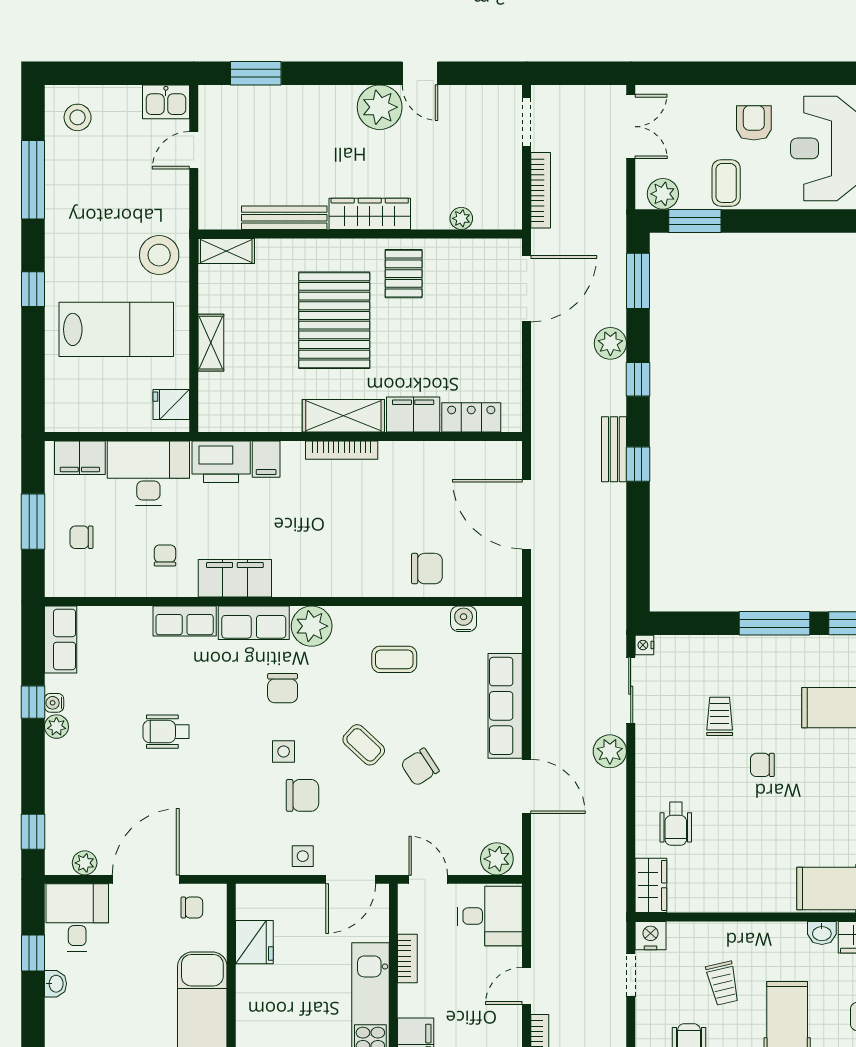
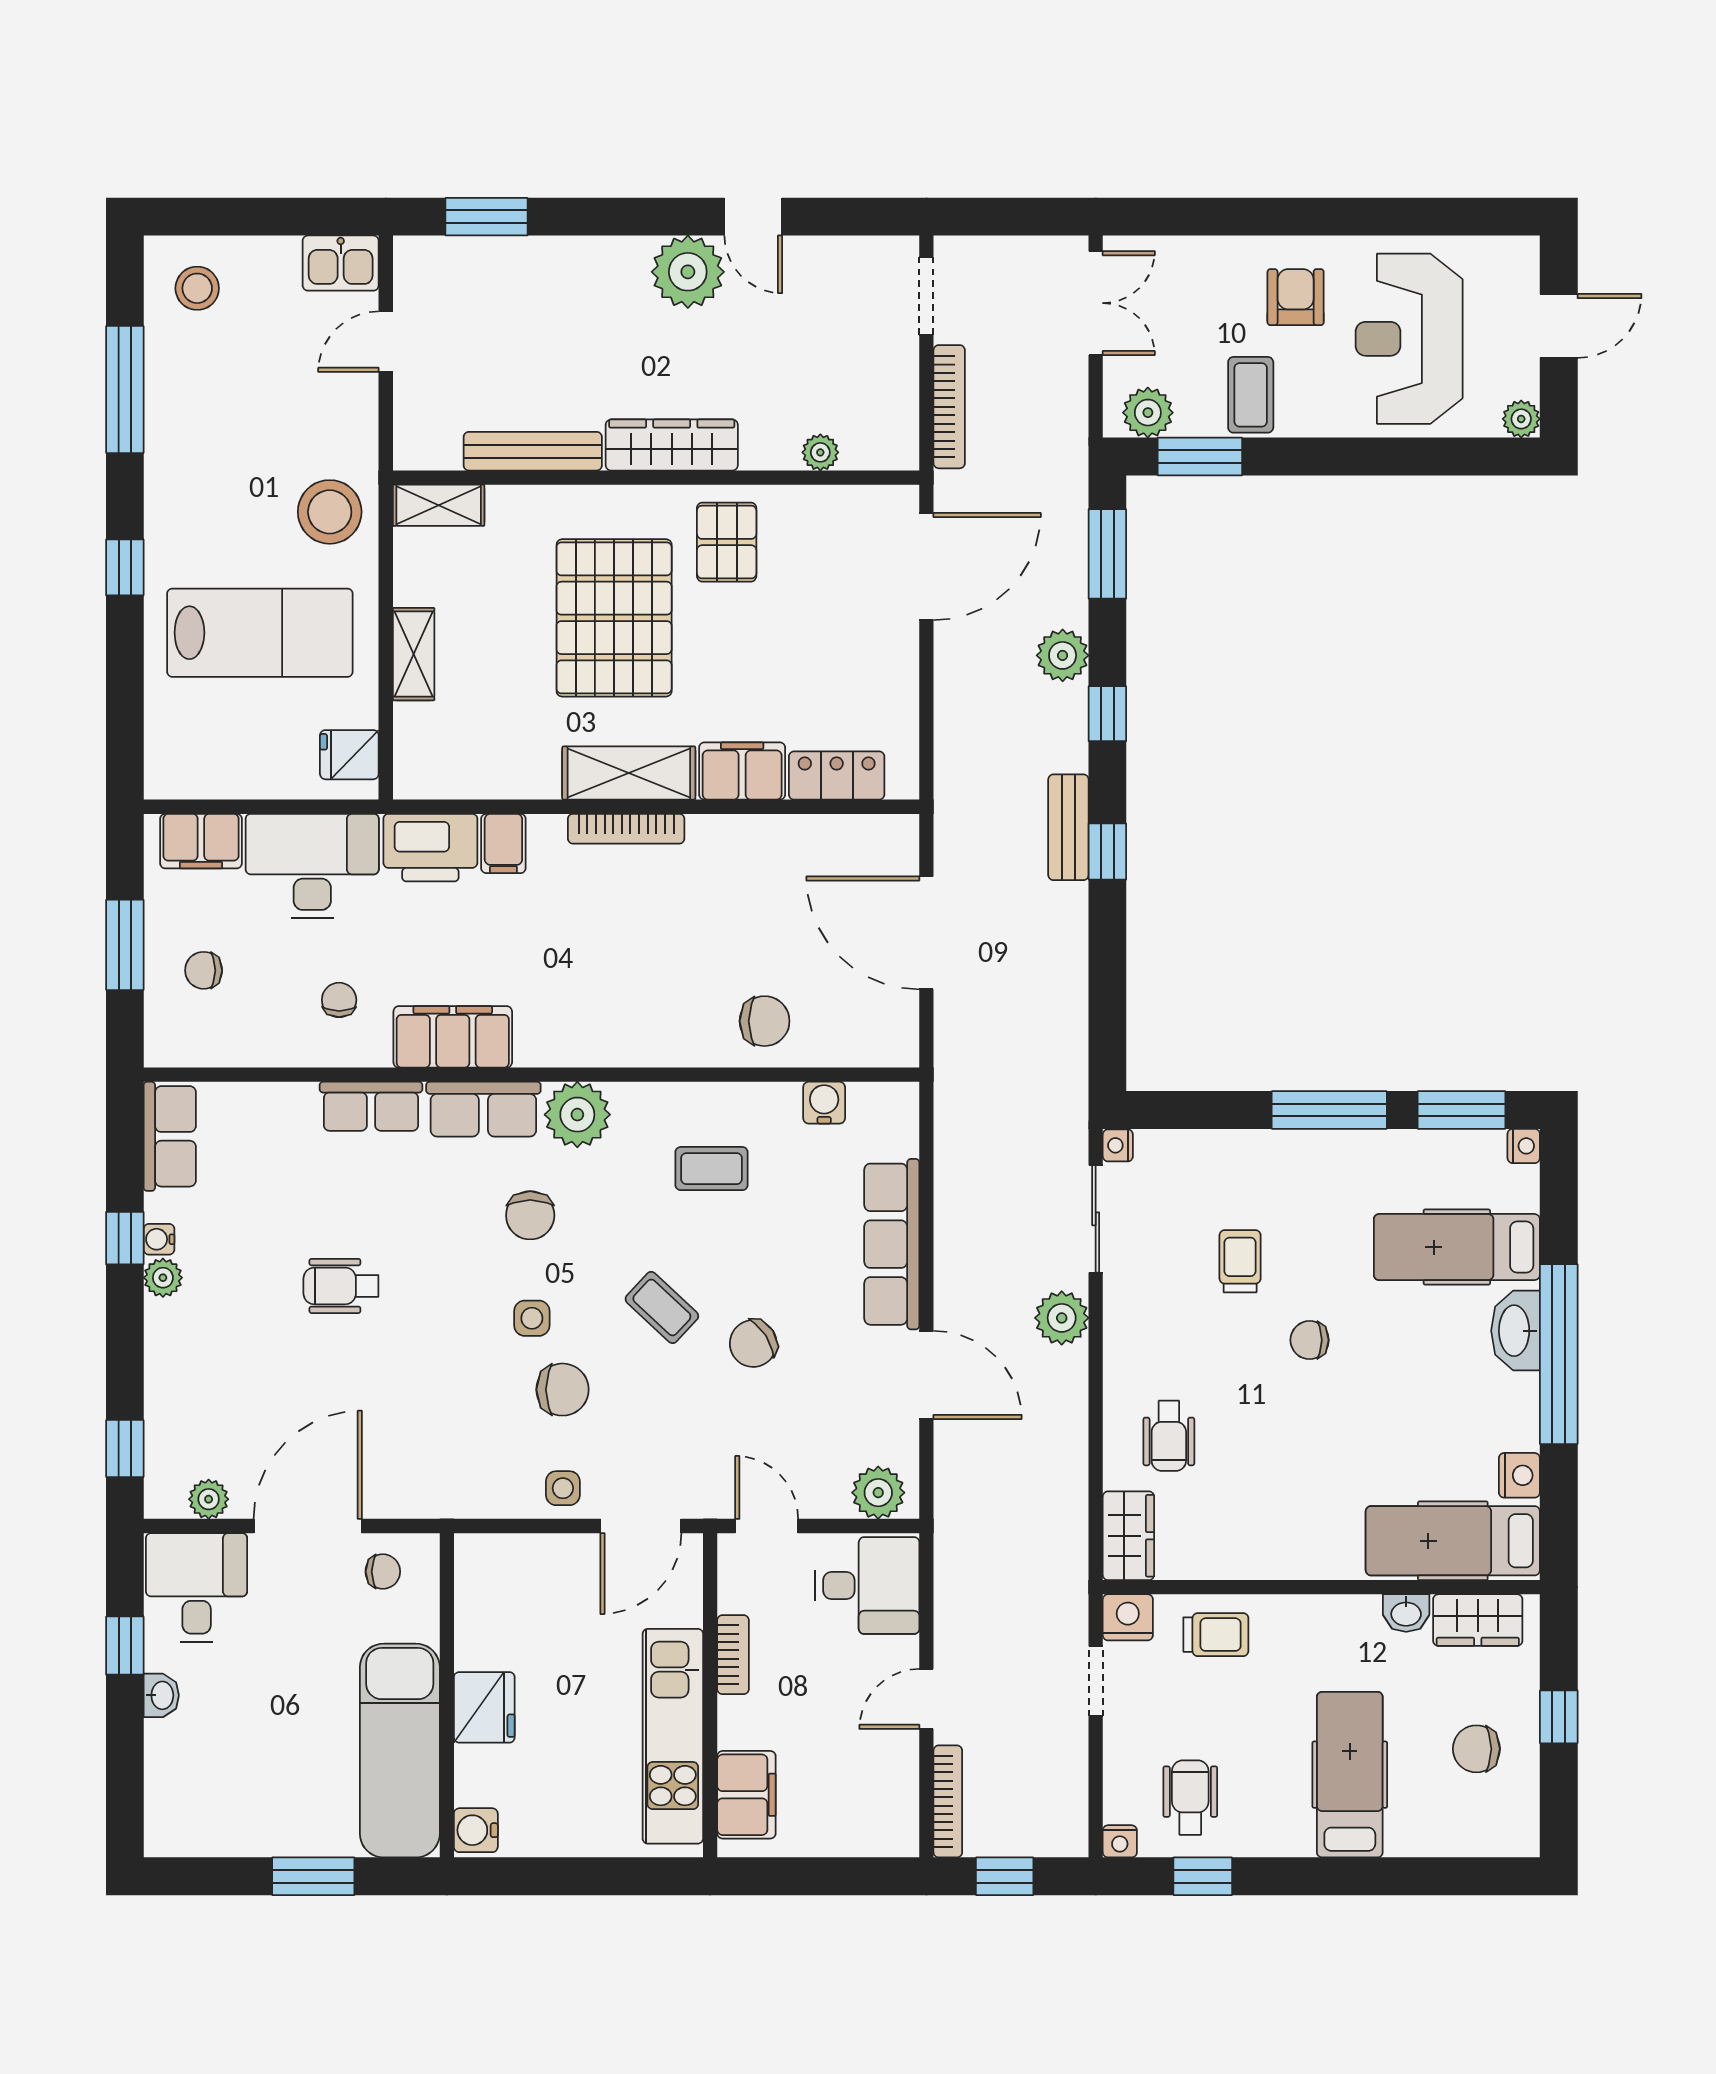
fridge: (254, 942) -> (484, 1707), moved
trolley: (723, 983) -> (1216, 1635), moved, turned -77

